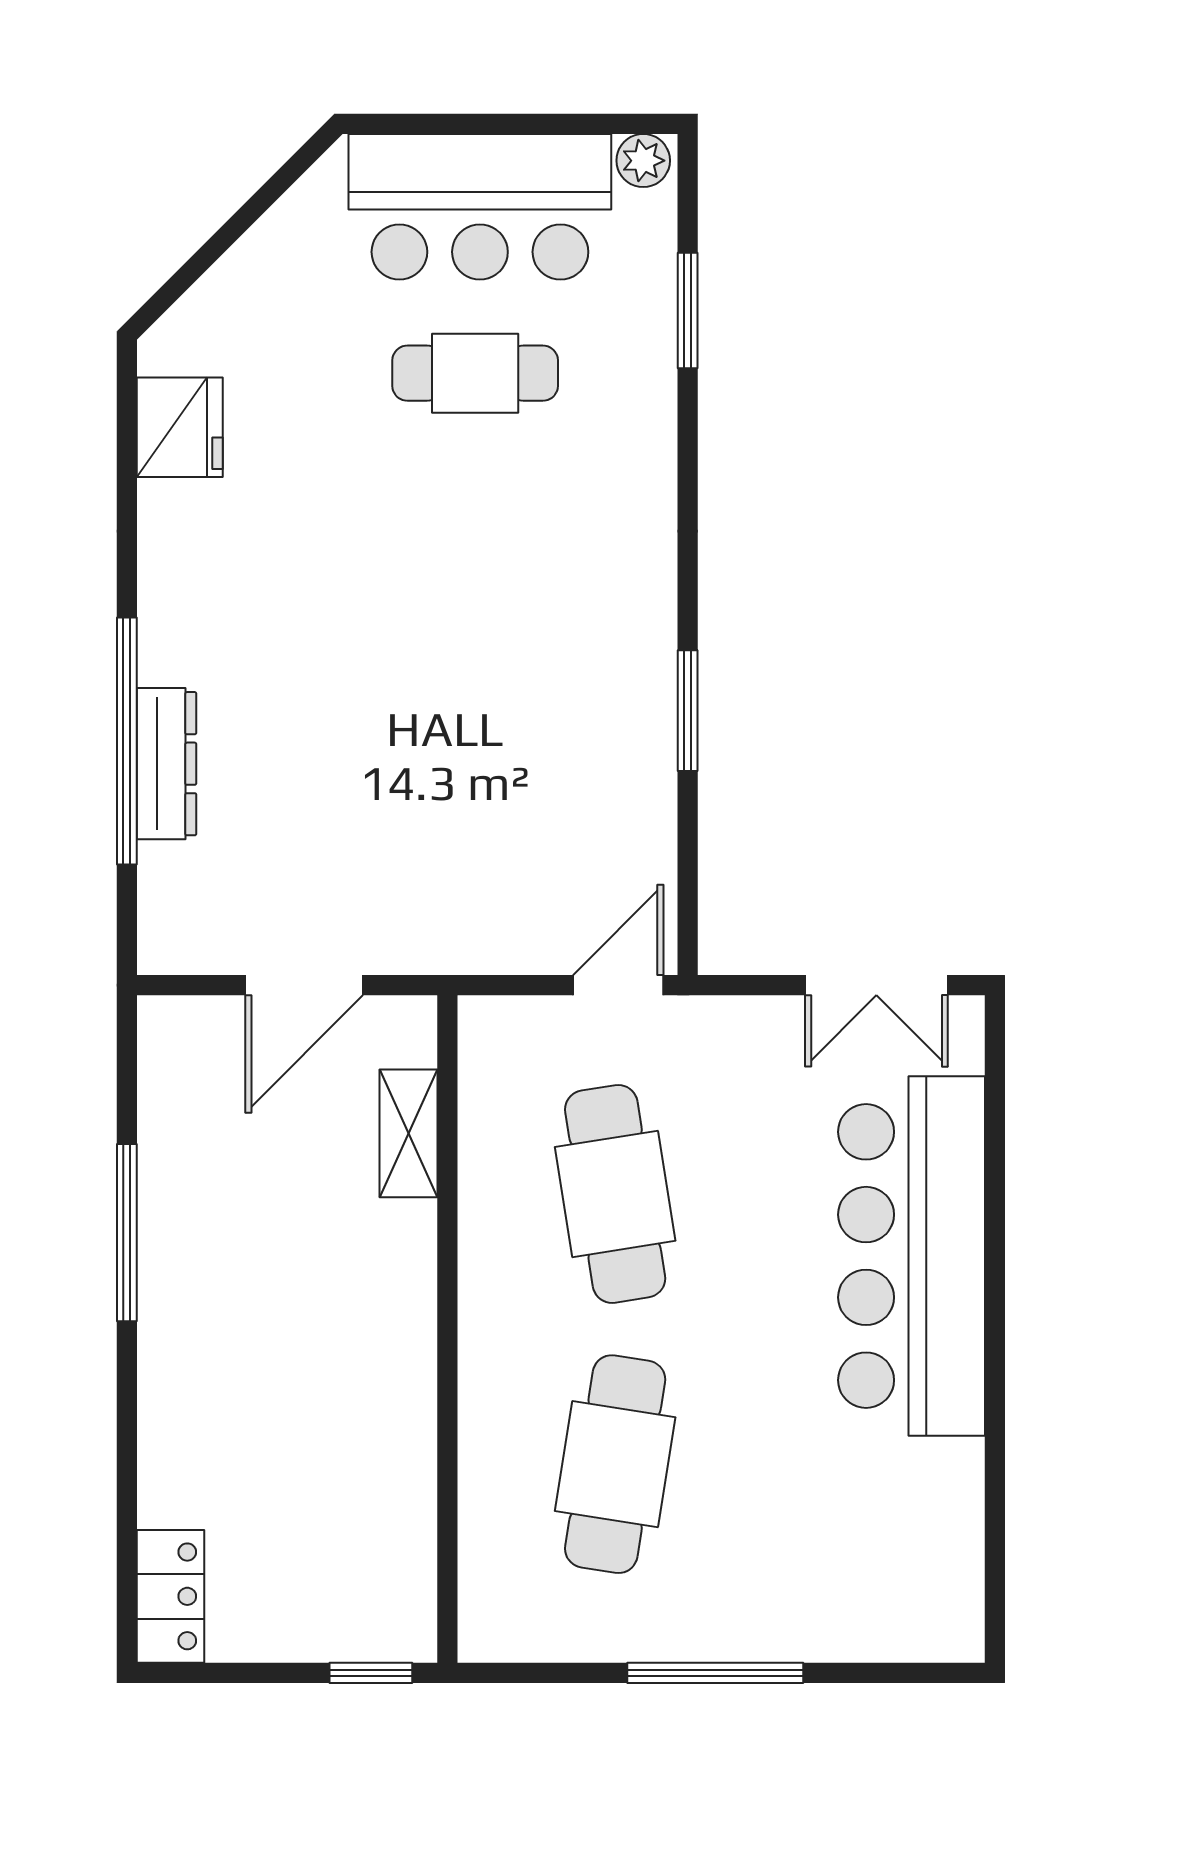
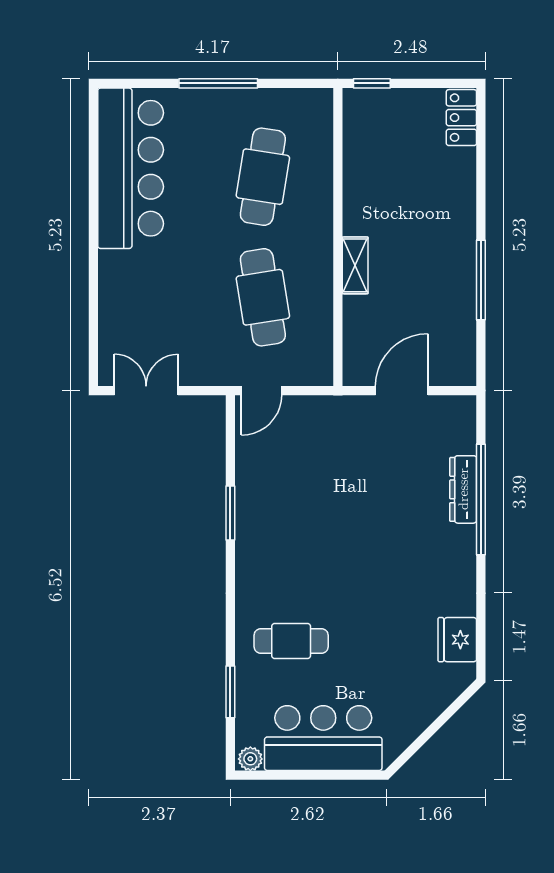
cafe table: (475, 373) -> (291, 641), moved
shelving: (409, 1133) -> (355, 265), moved
bar counter: (912, 1256) -> (131, 168), moved

